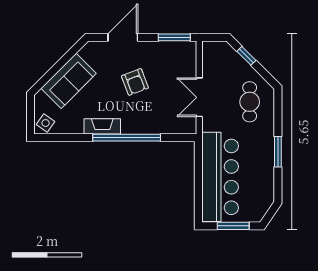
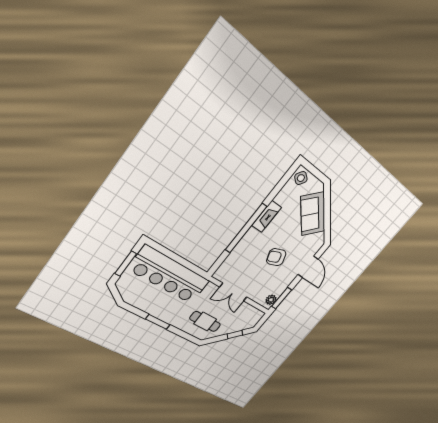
plant: (183, 48) -> (271, 300), added
double door: (199, 97) -> (233, 292), swing flipped

